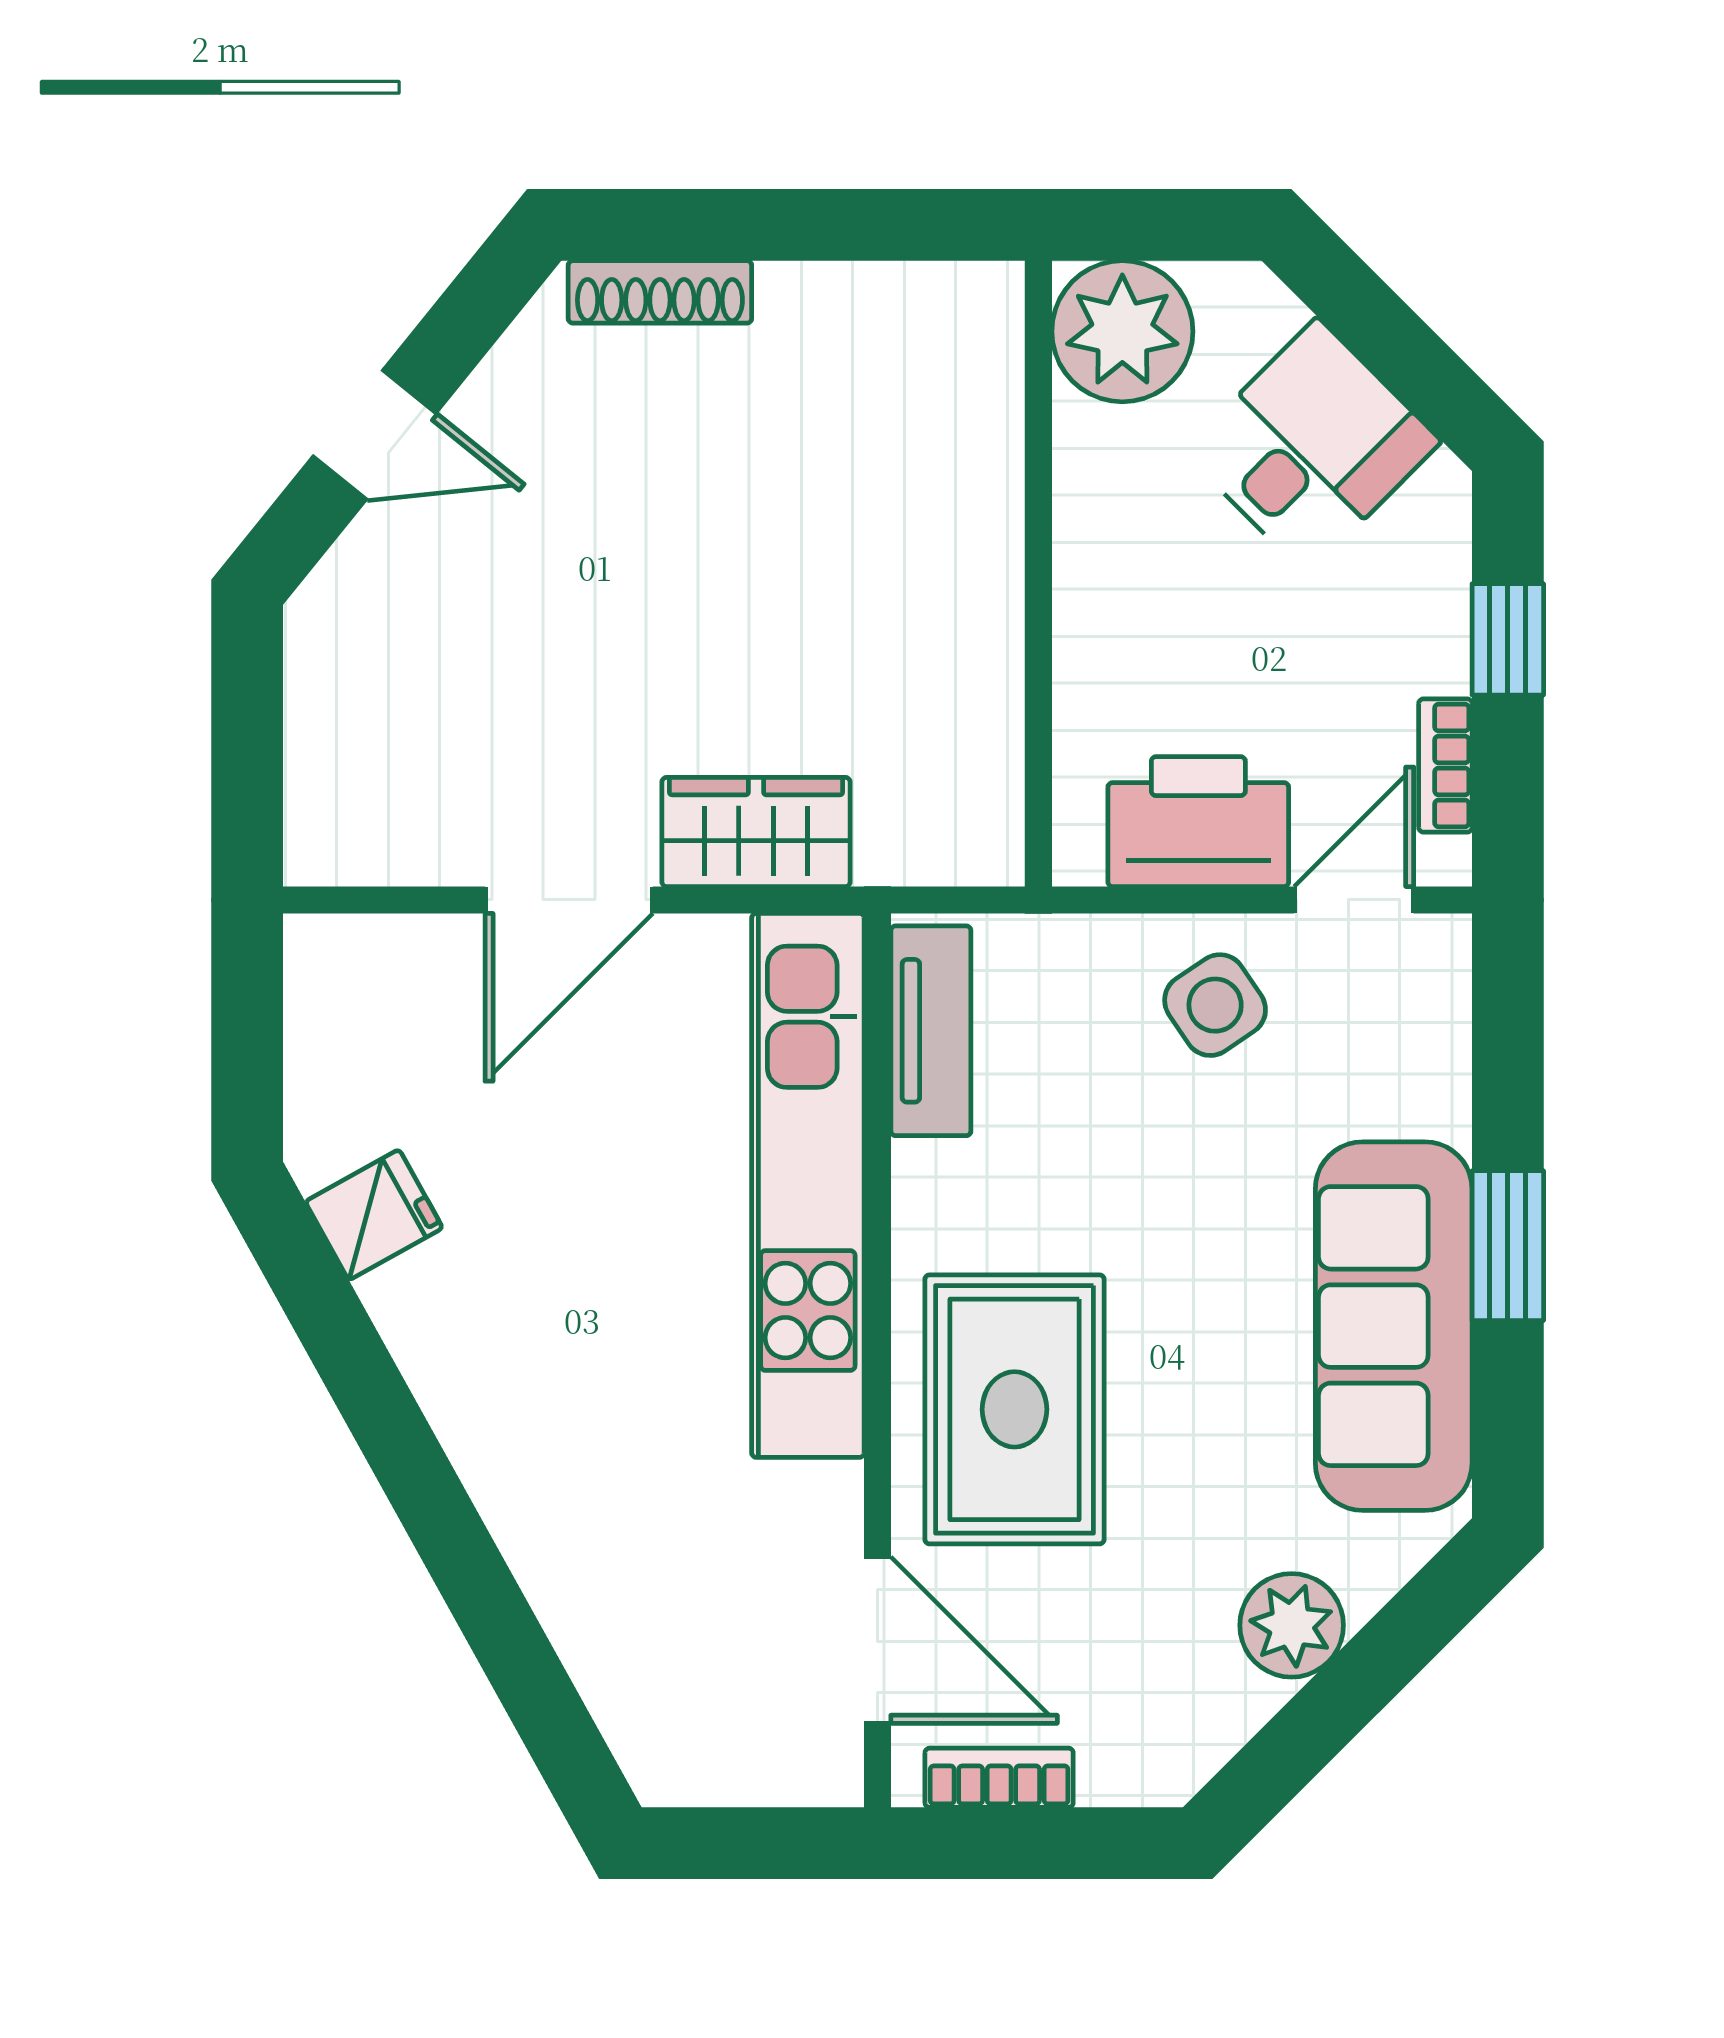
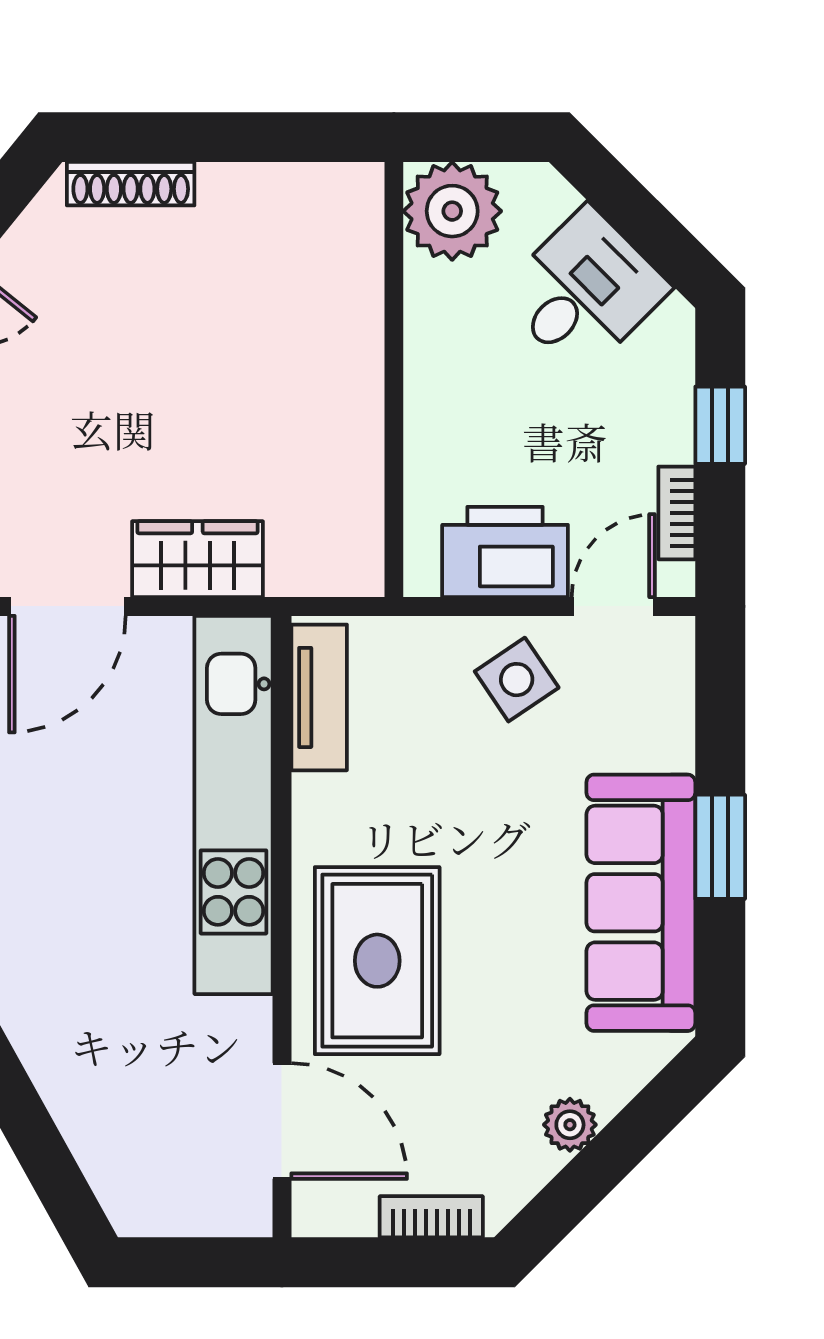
plant: (1292, 1625) -> (570, 1125), width x0.73, depth x0.73
bookcase: (999, 1778) -> (431, 1217), moved

